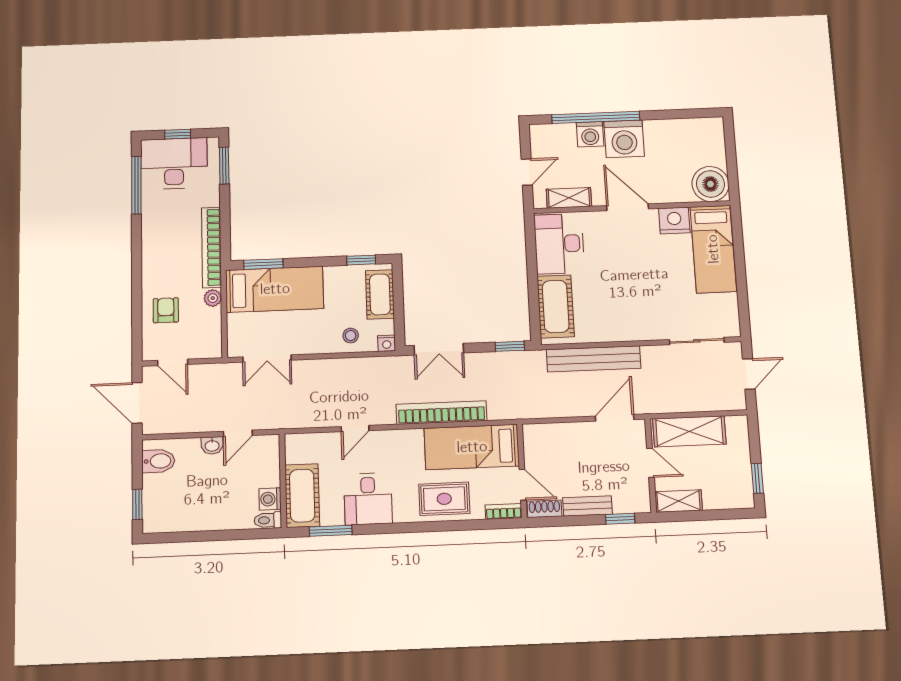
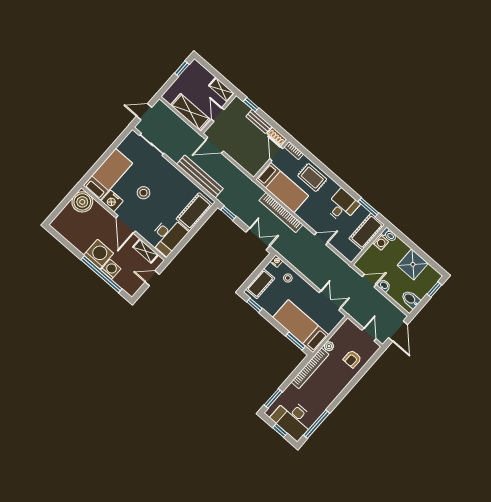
stool: (645, 269) -> (143, 193), added
shower: (198, 511) -> (413, 264), added

